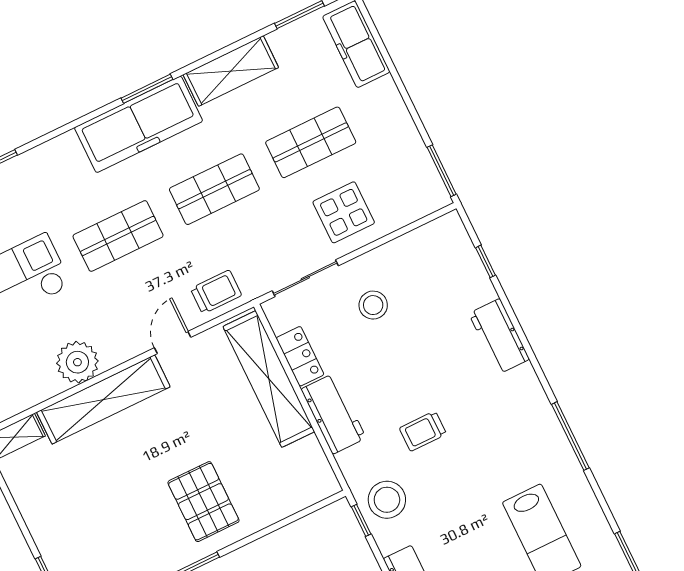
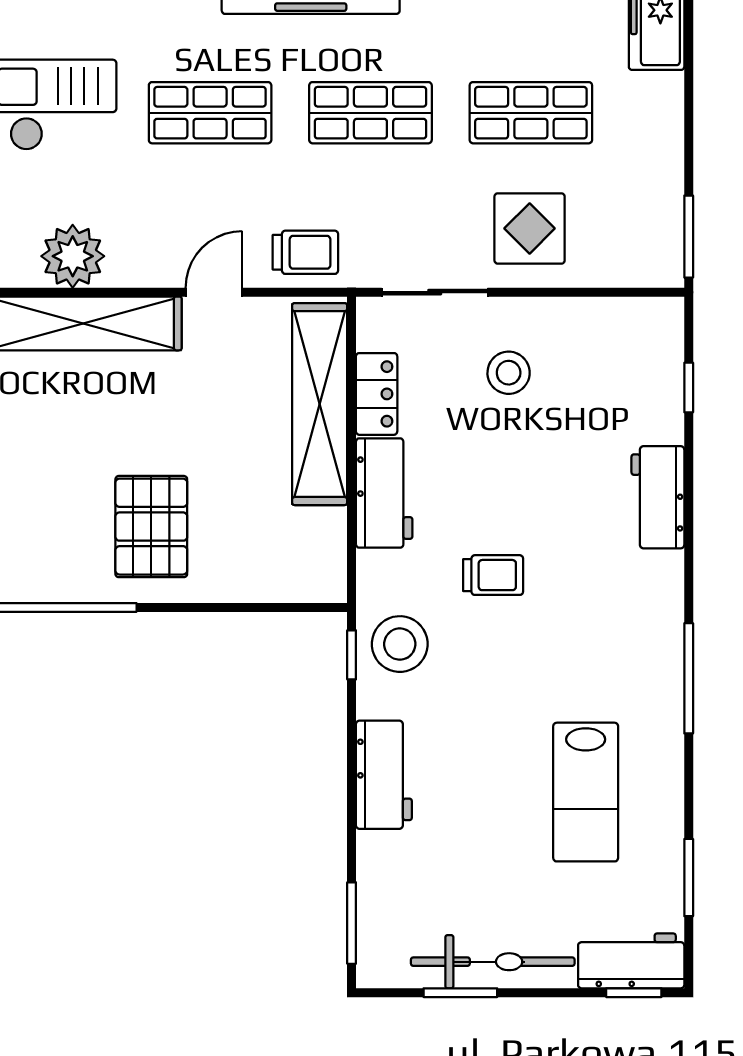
trolley: (423, 431) -> (493, 575), turned 180

